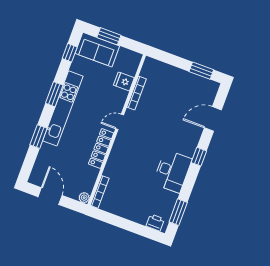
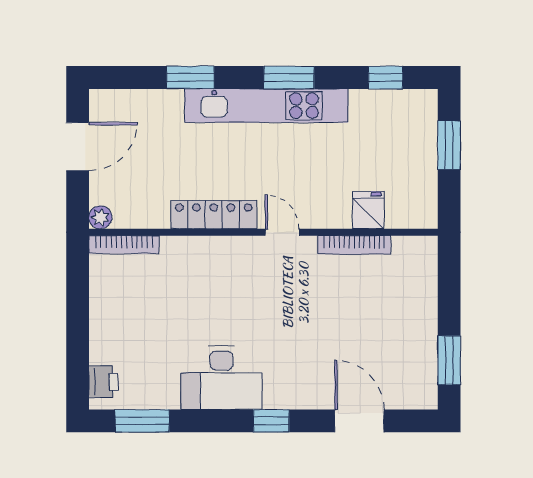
sofa: (97, 50) -> (413, 132), removed

